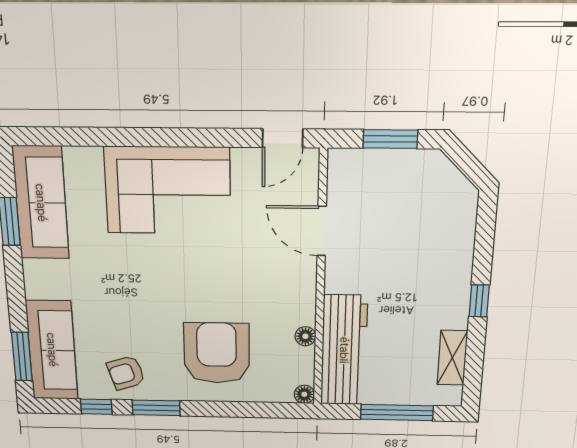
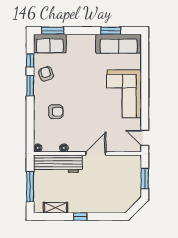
door: (322, 231) -> (96, 153), moved
sofa: (52, 350) -> (50, 43), width x0.73
armchair: (217, 353) -> (56, 112), width x0.53, depth x0.53

